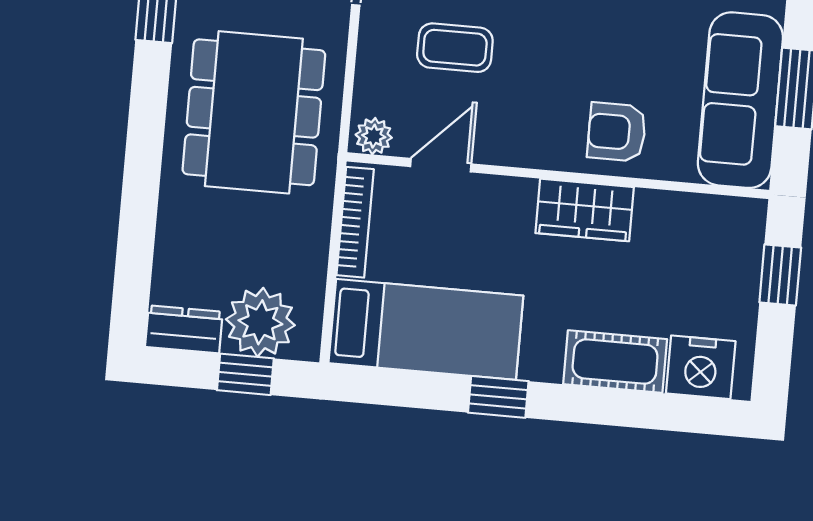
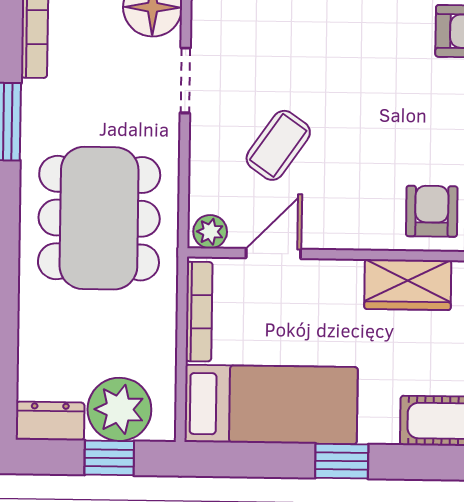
coffee table: (455, 48) -> (278, 145), turned -55
armchair: (617, 132) -> (432, 211), turned 90

